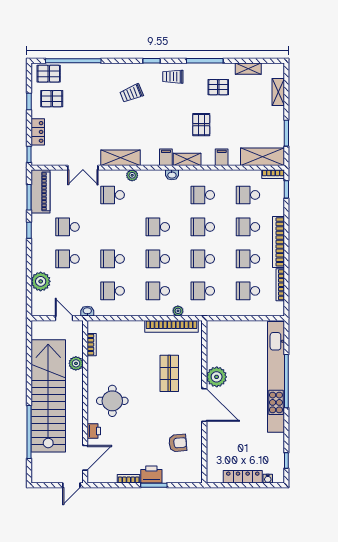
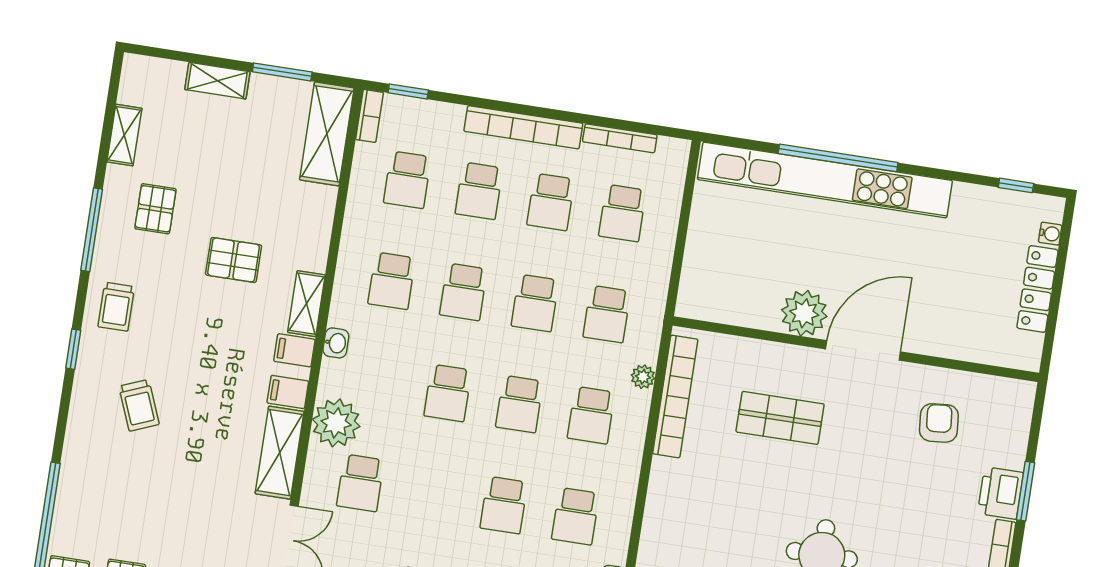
shelving: (278, 92) -> (217, 81), moved
filing cabinet: (222, 157) -> (288, 392), moved
plant: (132, 175) -> (336, 423), width x1.87, depth x1.87

